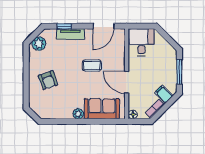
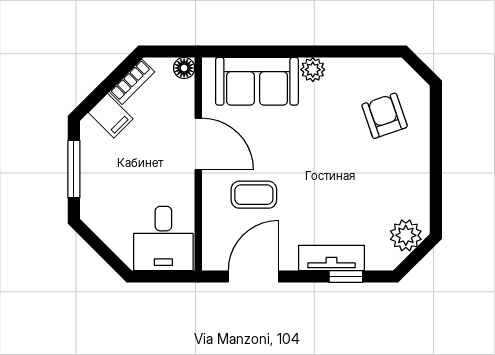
coffee table: (92, 66) -> (254, 195), moved
armchair: (48, 80) -> (385, 116), moved

